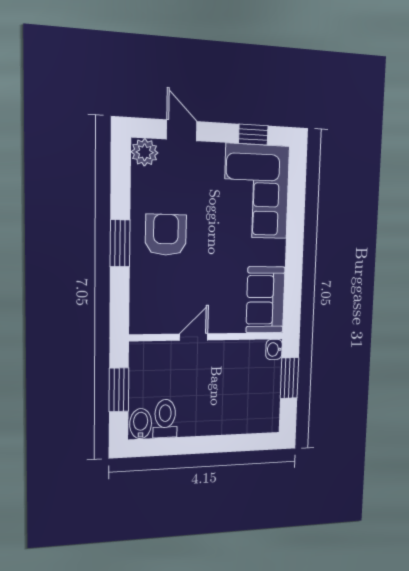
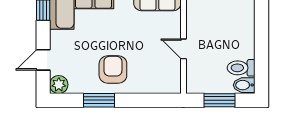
armchair: (166, 235) -> (113, 69), turned 90
window: (120, 243) -> (99, 100), moved

